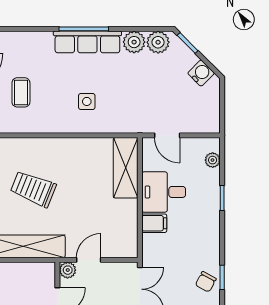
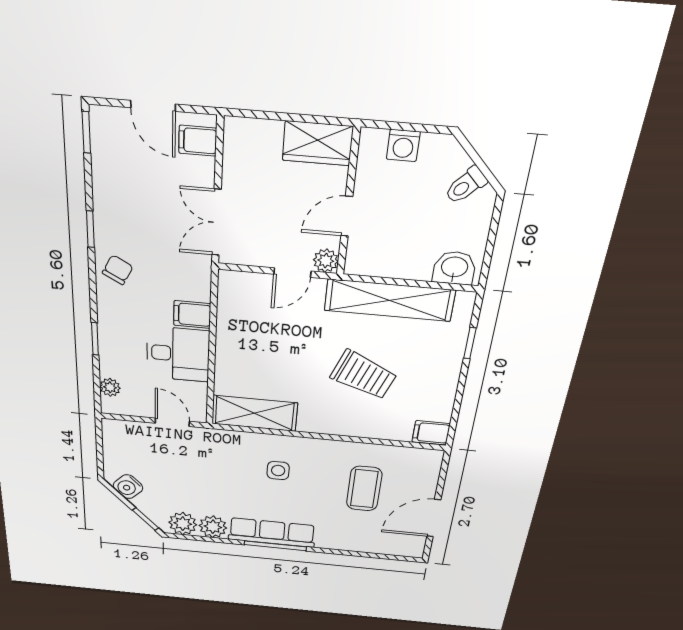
coffee table: (21, 92) -> (364, 489), width x1.36, depth x1.30
shelving: (126, 168) -> (254, 413), moved, turned 90
chair: (206, 282) -> (118, 270), moved

